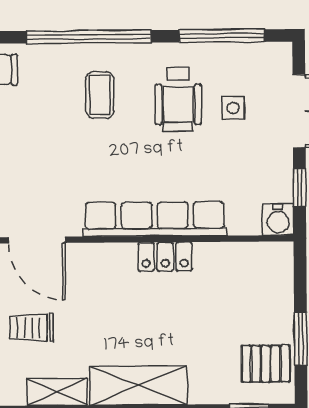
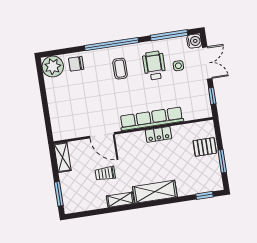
wheelchair: (178, 99) -> (154, 65), turned 180
water cooler: (278, 220) -> (194, 41), moved, turned -90
pallet: (266, 364) -> (205, 147), moved

